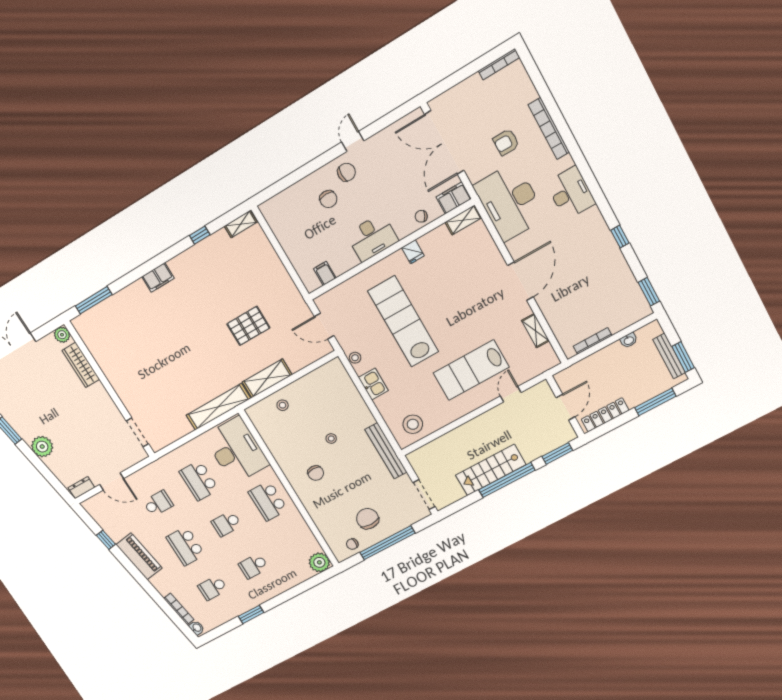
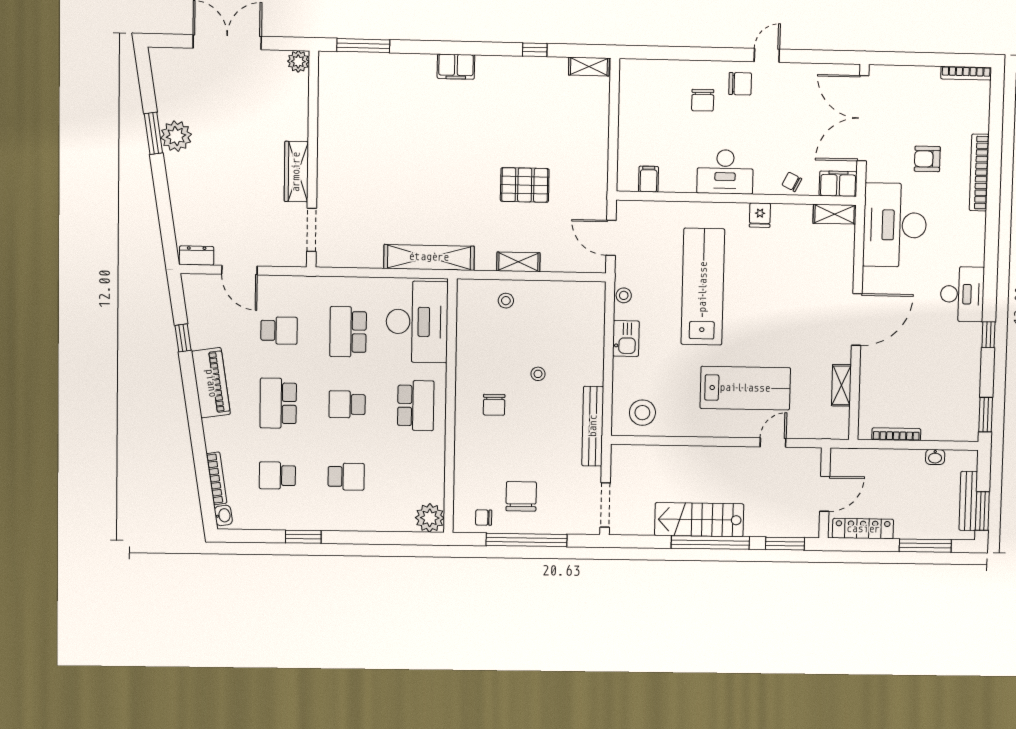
desk: (571, 193) -> (962, 294), moved
wardrobe: (81, 365) -> (296, 172), moved
lab bench: (471, 370) -> (745, 388), turned 180
shelving: (267, 378) -> (518, 262), width x0.67, depth x0.75
plant: (42, 447) -> (176, 136), moved
school desk: (268, 501) -> (416, 406), turned 180
school desk: (254, 566) -> (346, 477), turned 180

